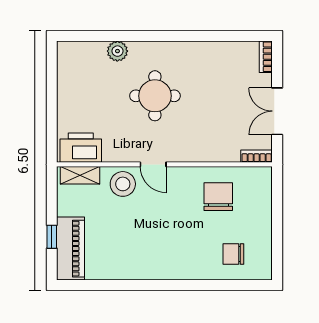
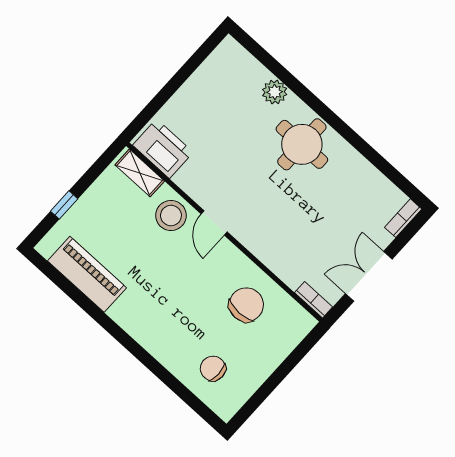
round table: (155, 96) -> (302, 144), moved
piano: (70, 249) -> (87, 274), moved, turned -90

